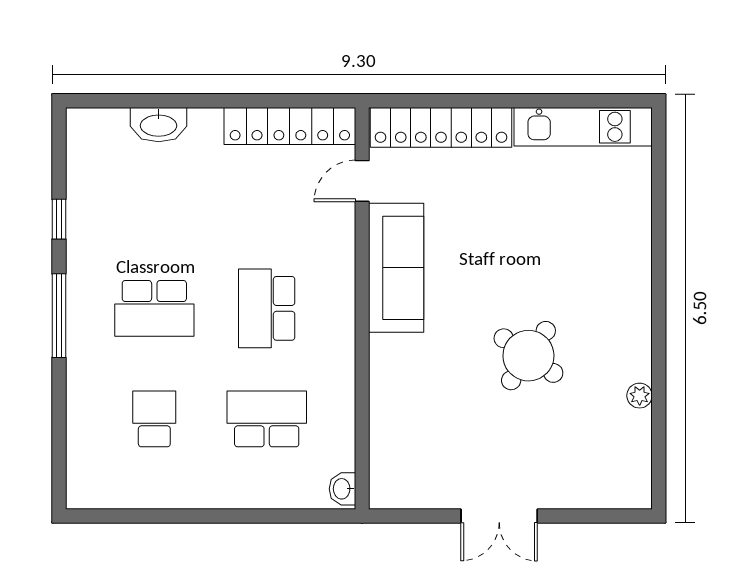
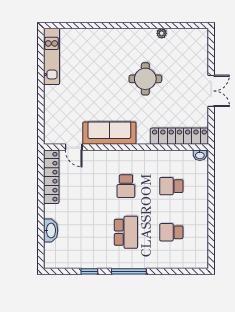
locker: (441, 127) -> (179, 136), moved, turned -90
school desk: (267, 308) -> (126, 186), width x0.54
round table: (528, 356) -> (145, 79), turned -35
school desk: (267, 419) -> (171, 186), width x0.54

